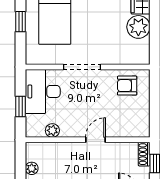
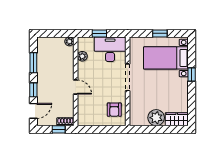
armchair: (127, 86) -> (114, 110), turned 180
plant: (32, 168) -> (69, 41), moved

